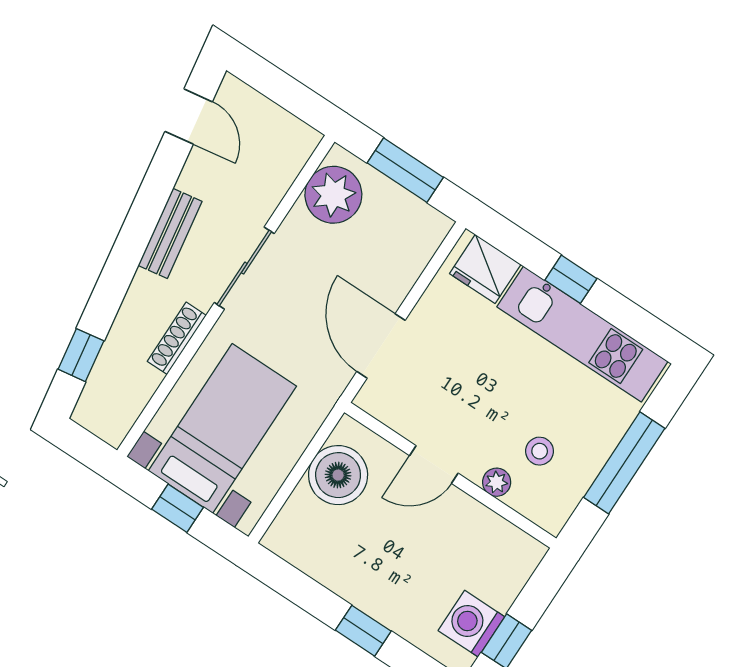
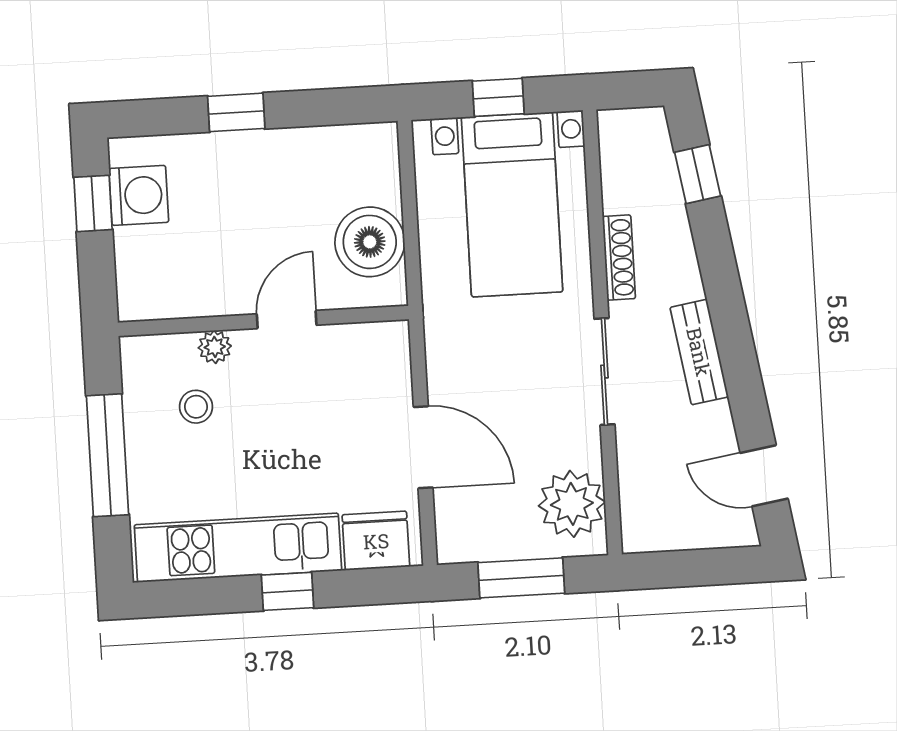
door: (381, 346) -> (423, 447), moved

